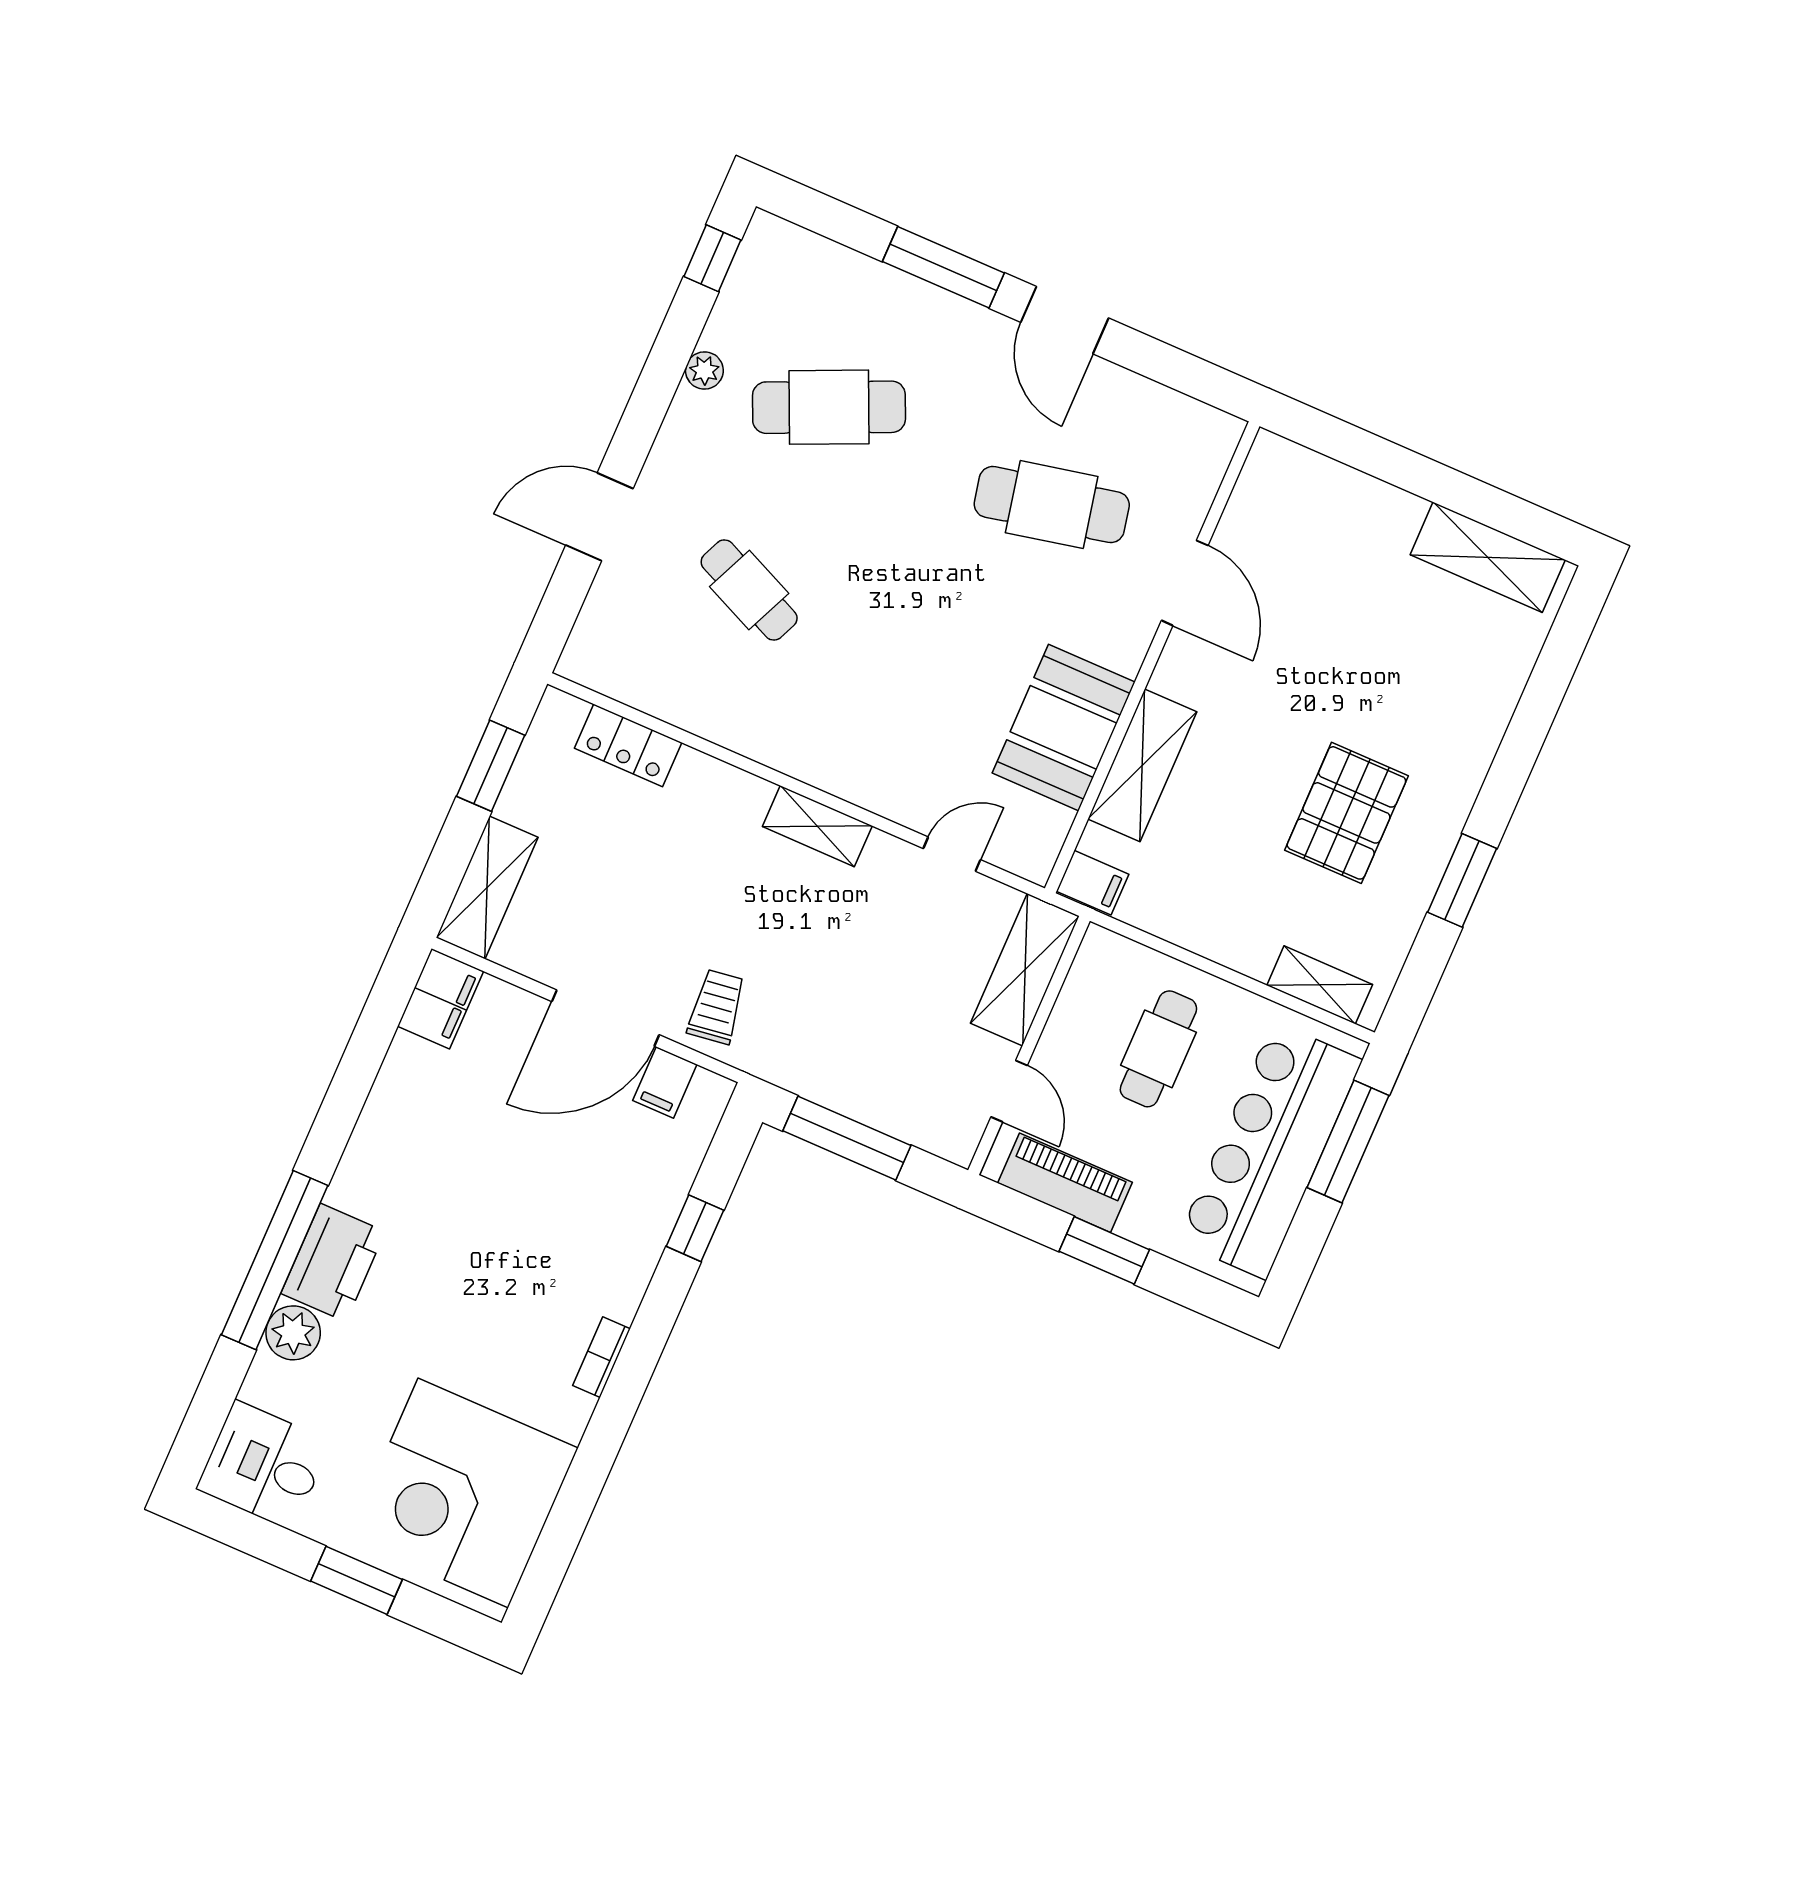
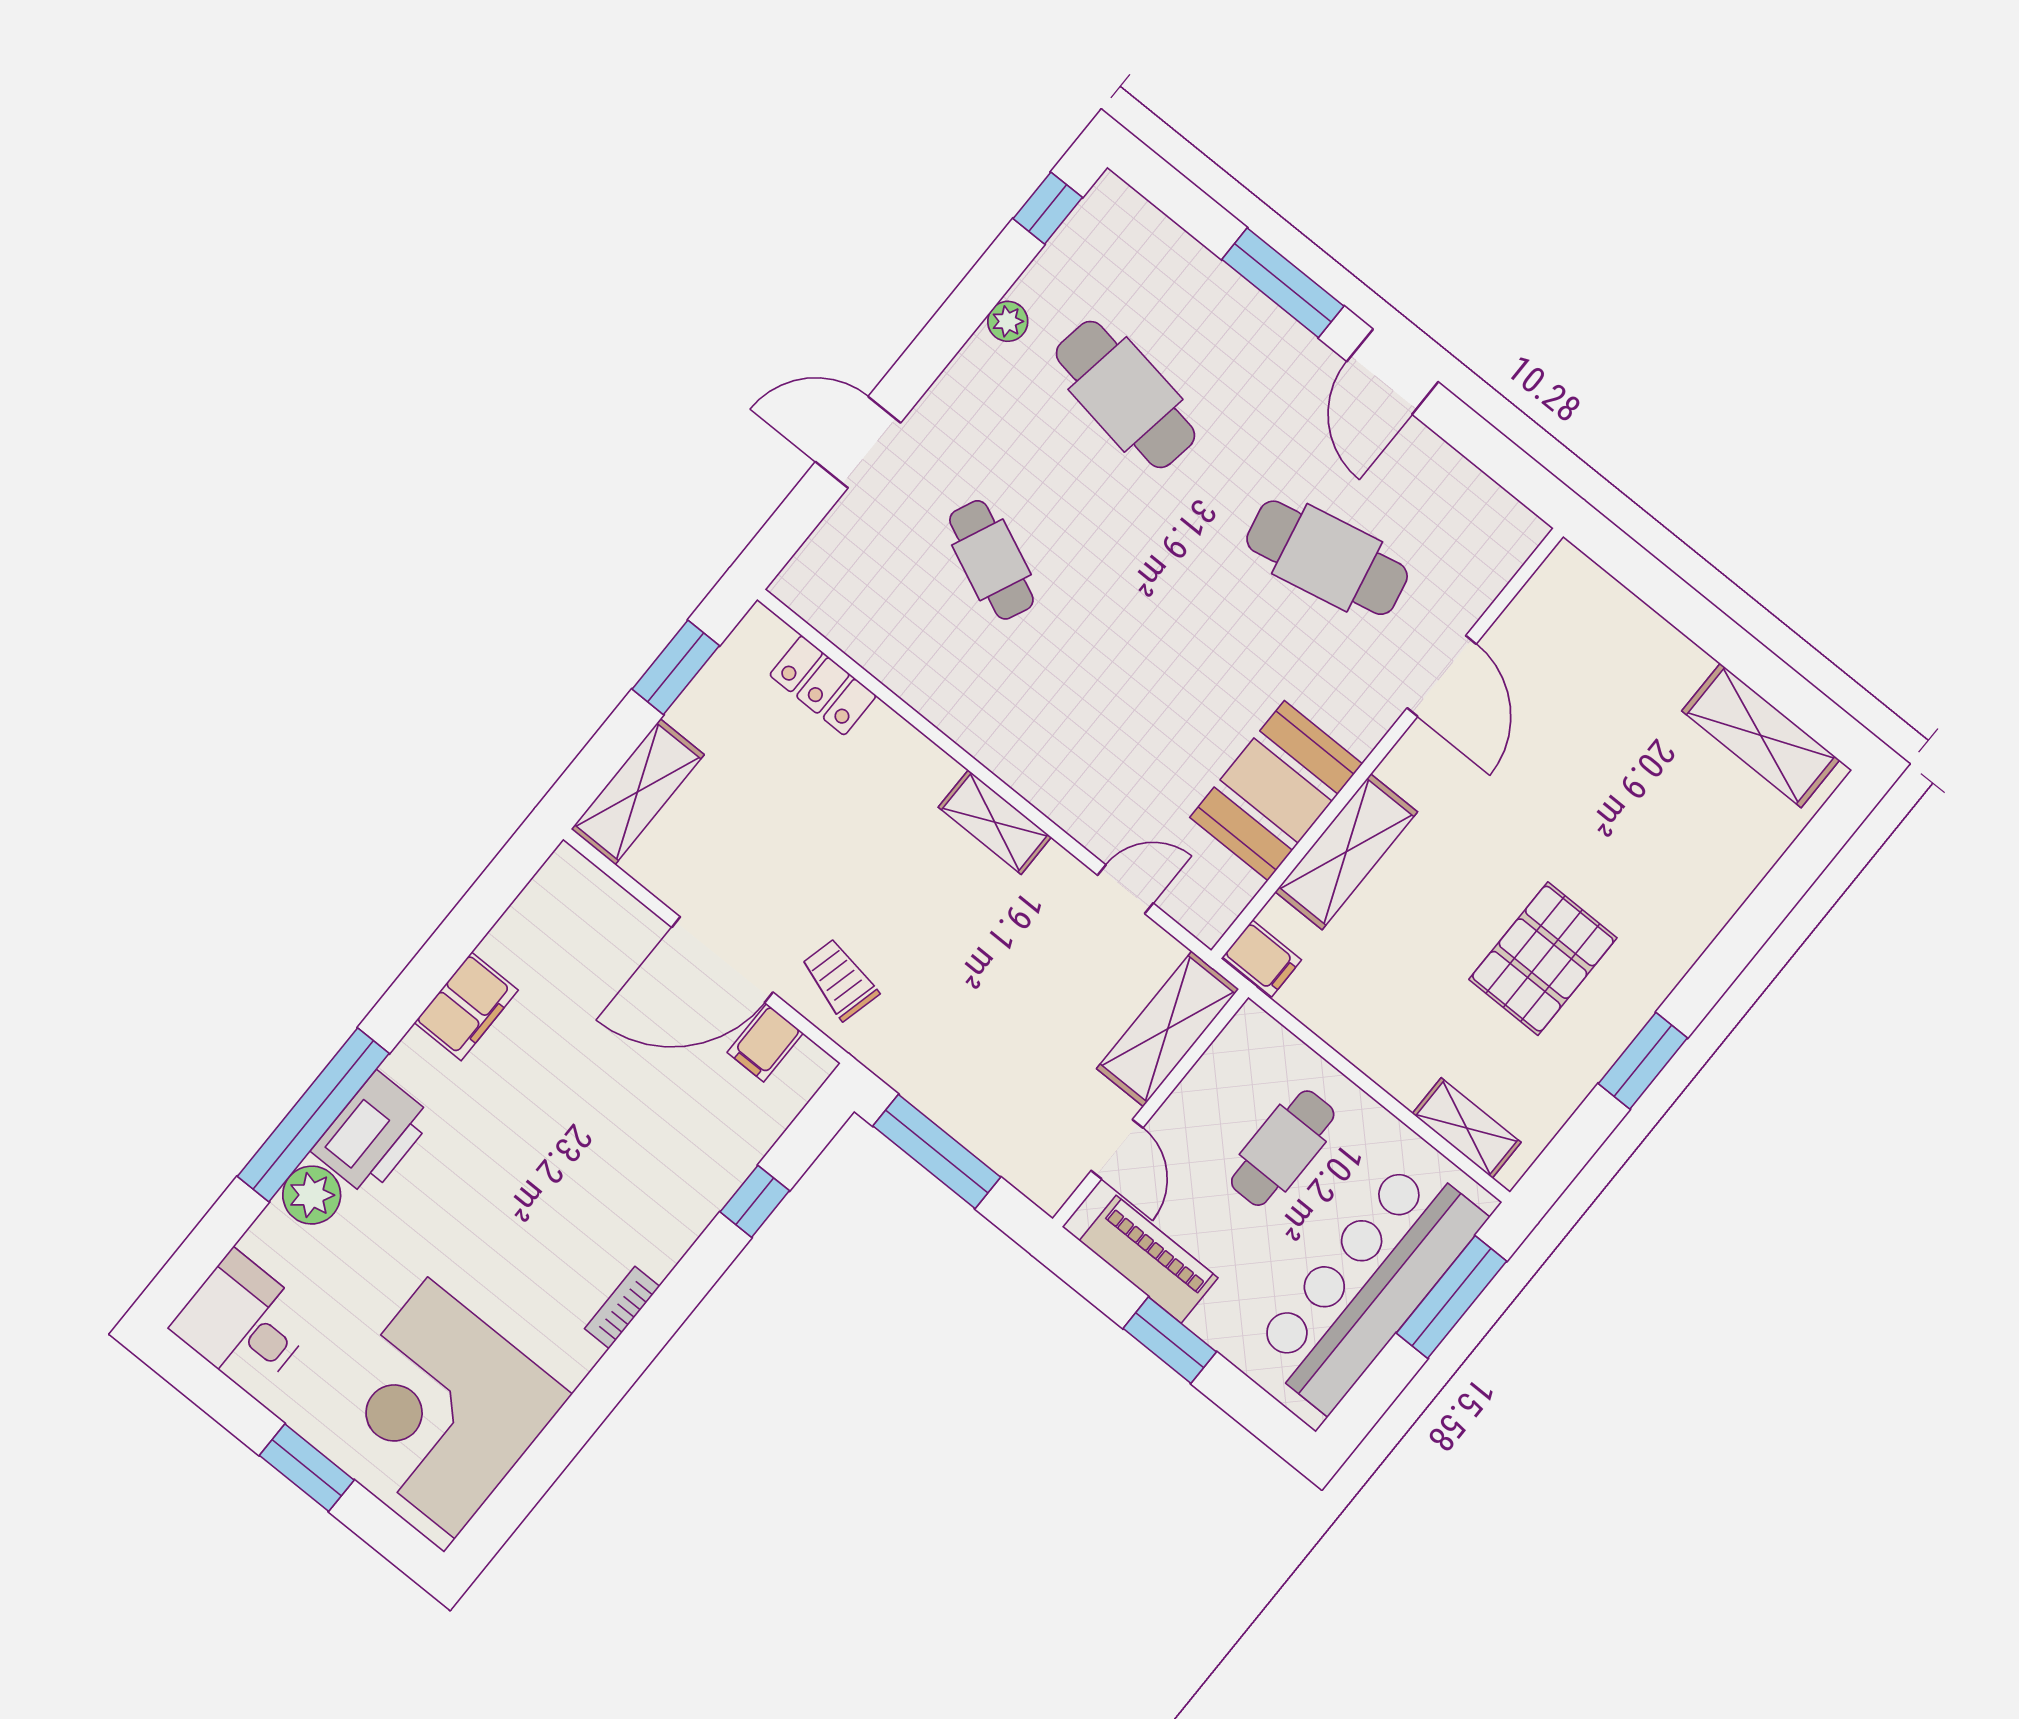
cafe table: (829, 407) -> (1125, 394), turned 33
filing cabinet: (441, 999) -> (466, 1006), moved
trolley: (717, 1007) -> (840, 979), turned -68

